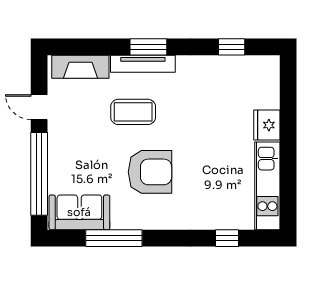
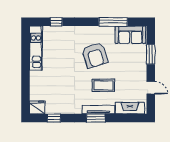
fridge: (267, 125) -> (37, 107), moved, turned -90
armchair: (150, 172) -> (95, 55), turned -107
window: (39, 174) -> (151, 54), width x0.47

